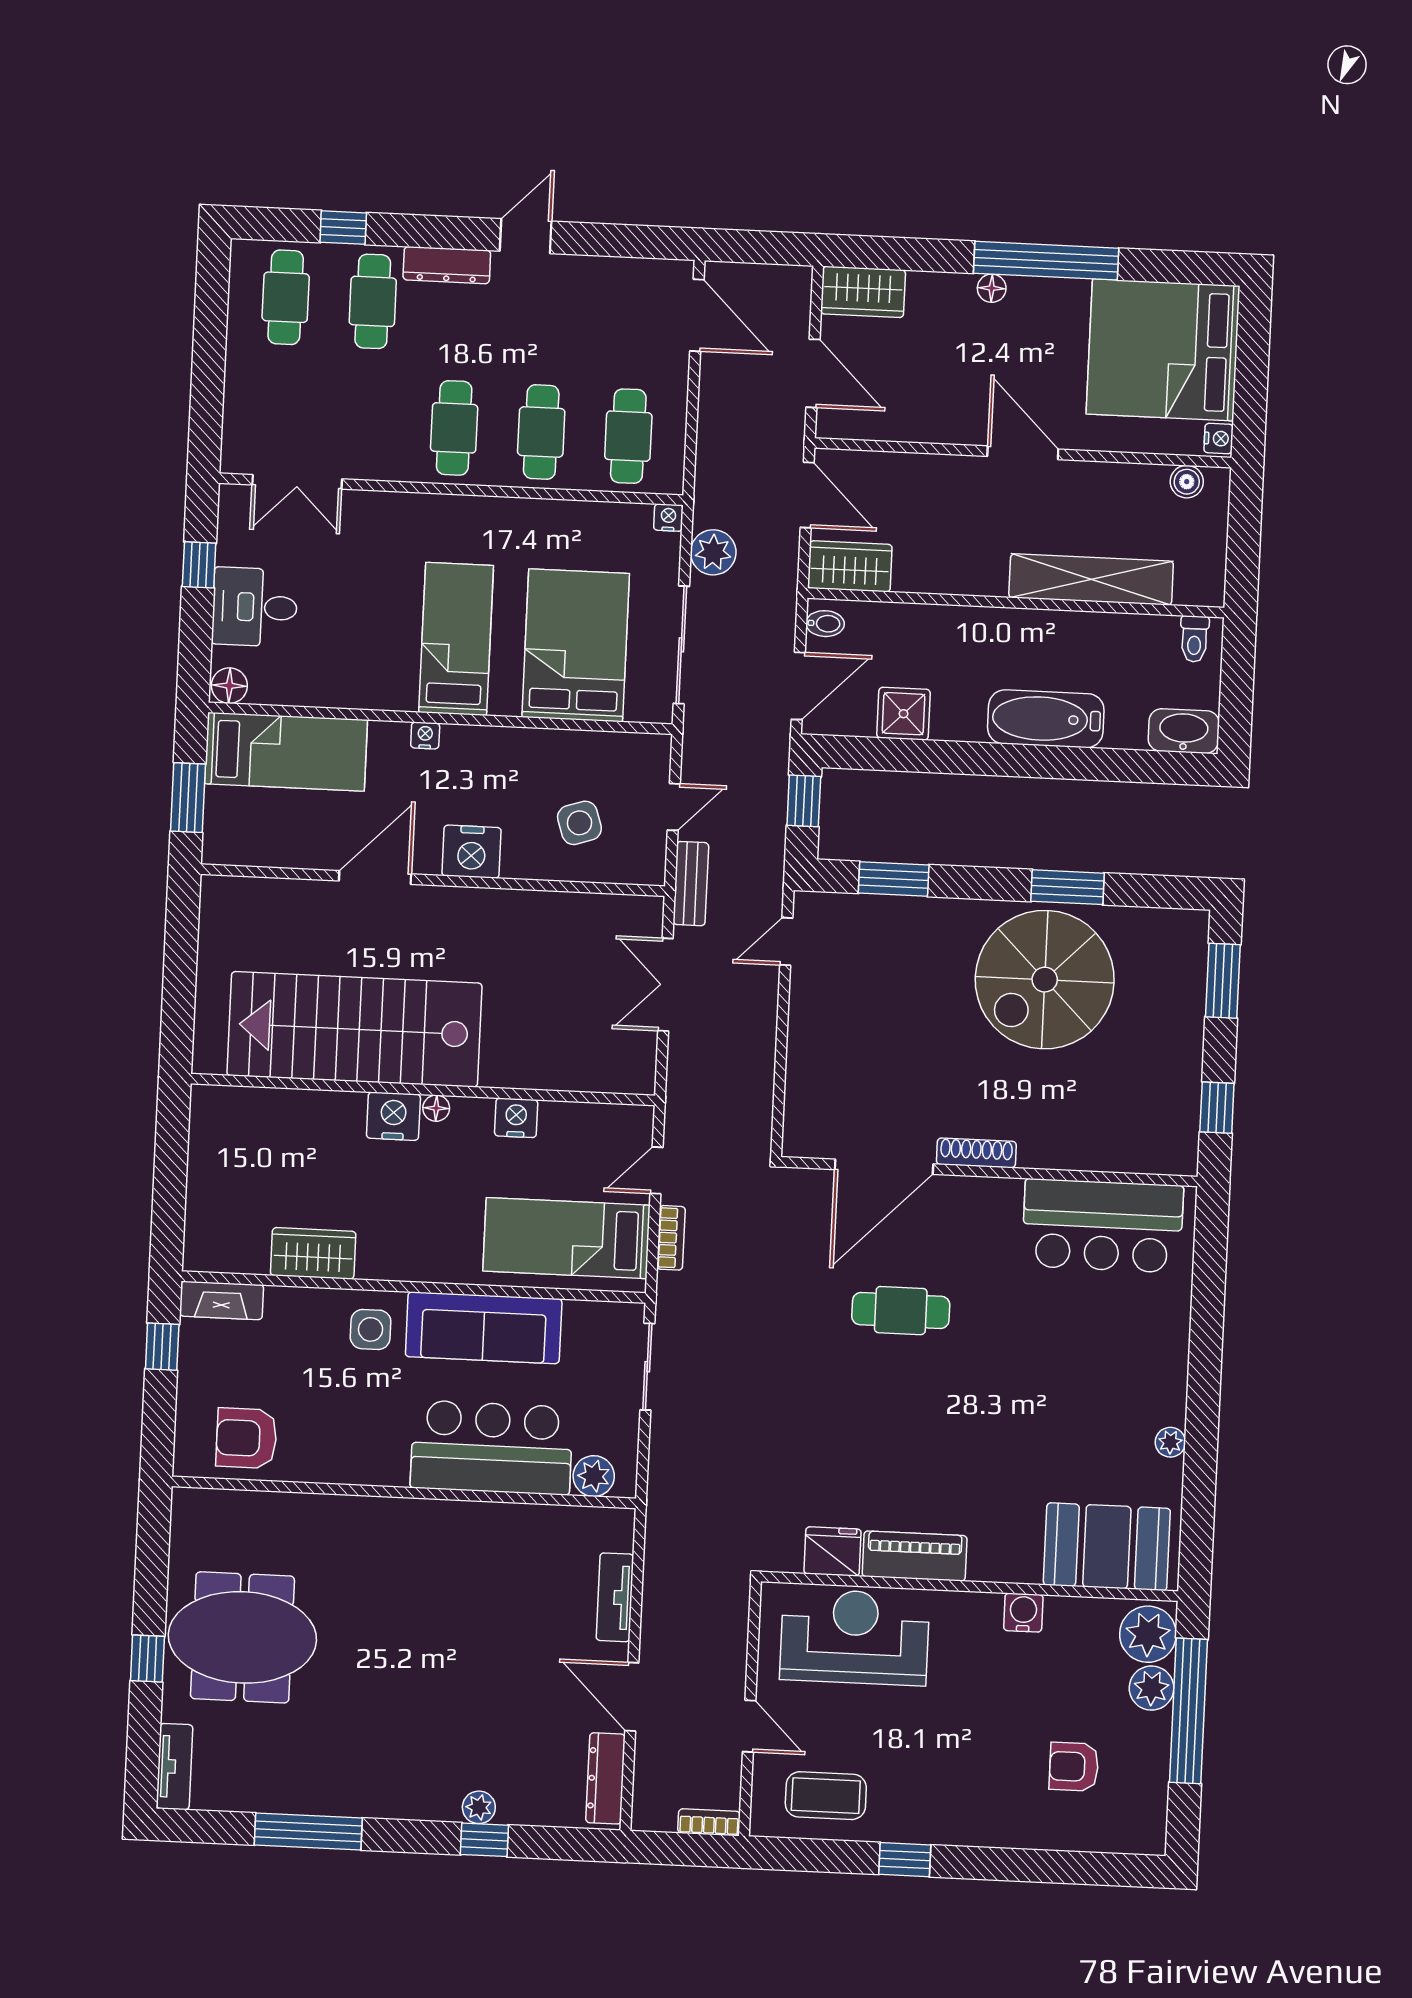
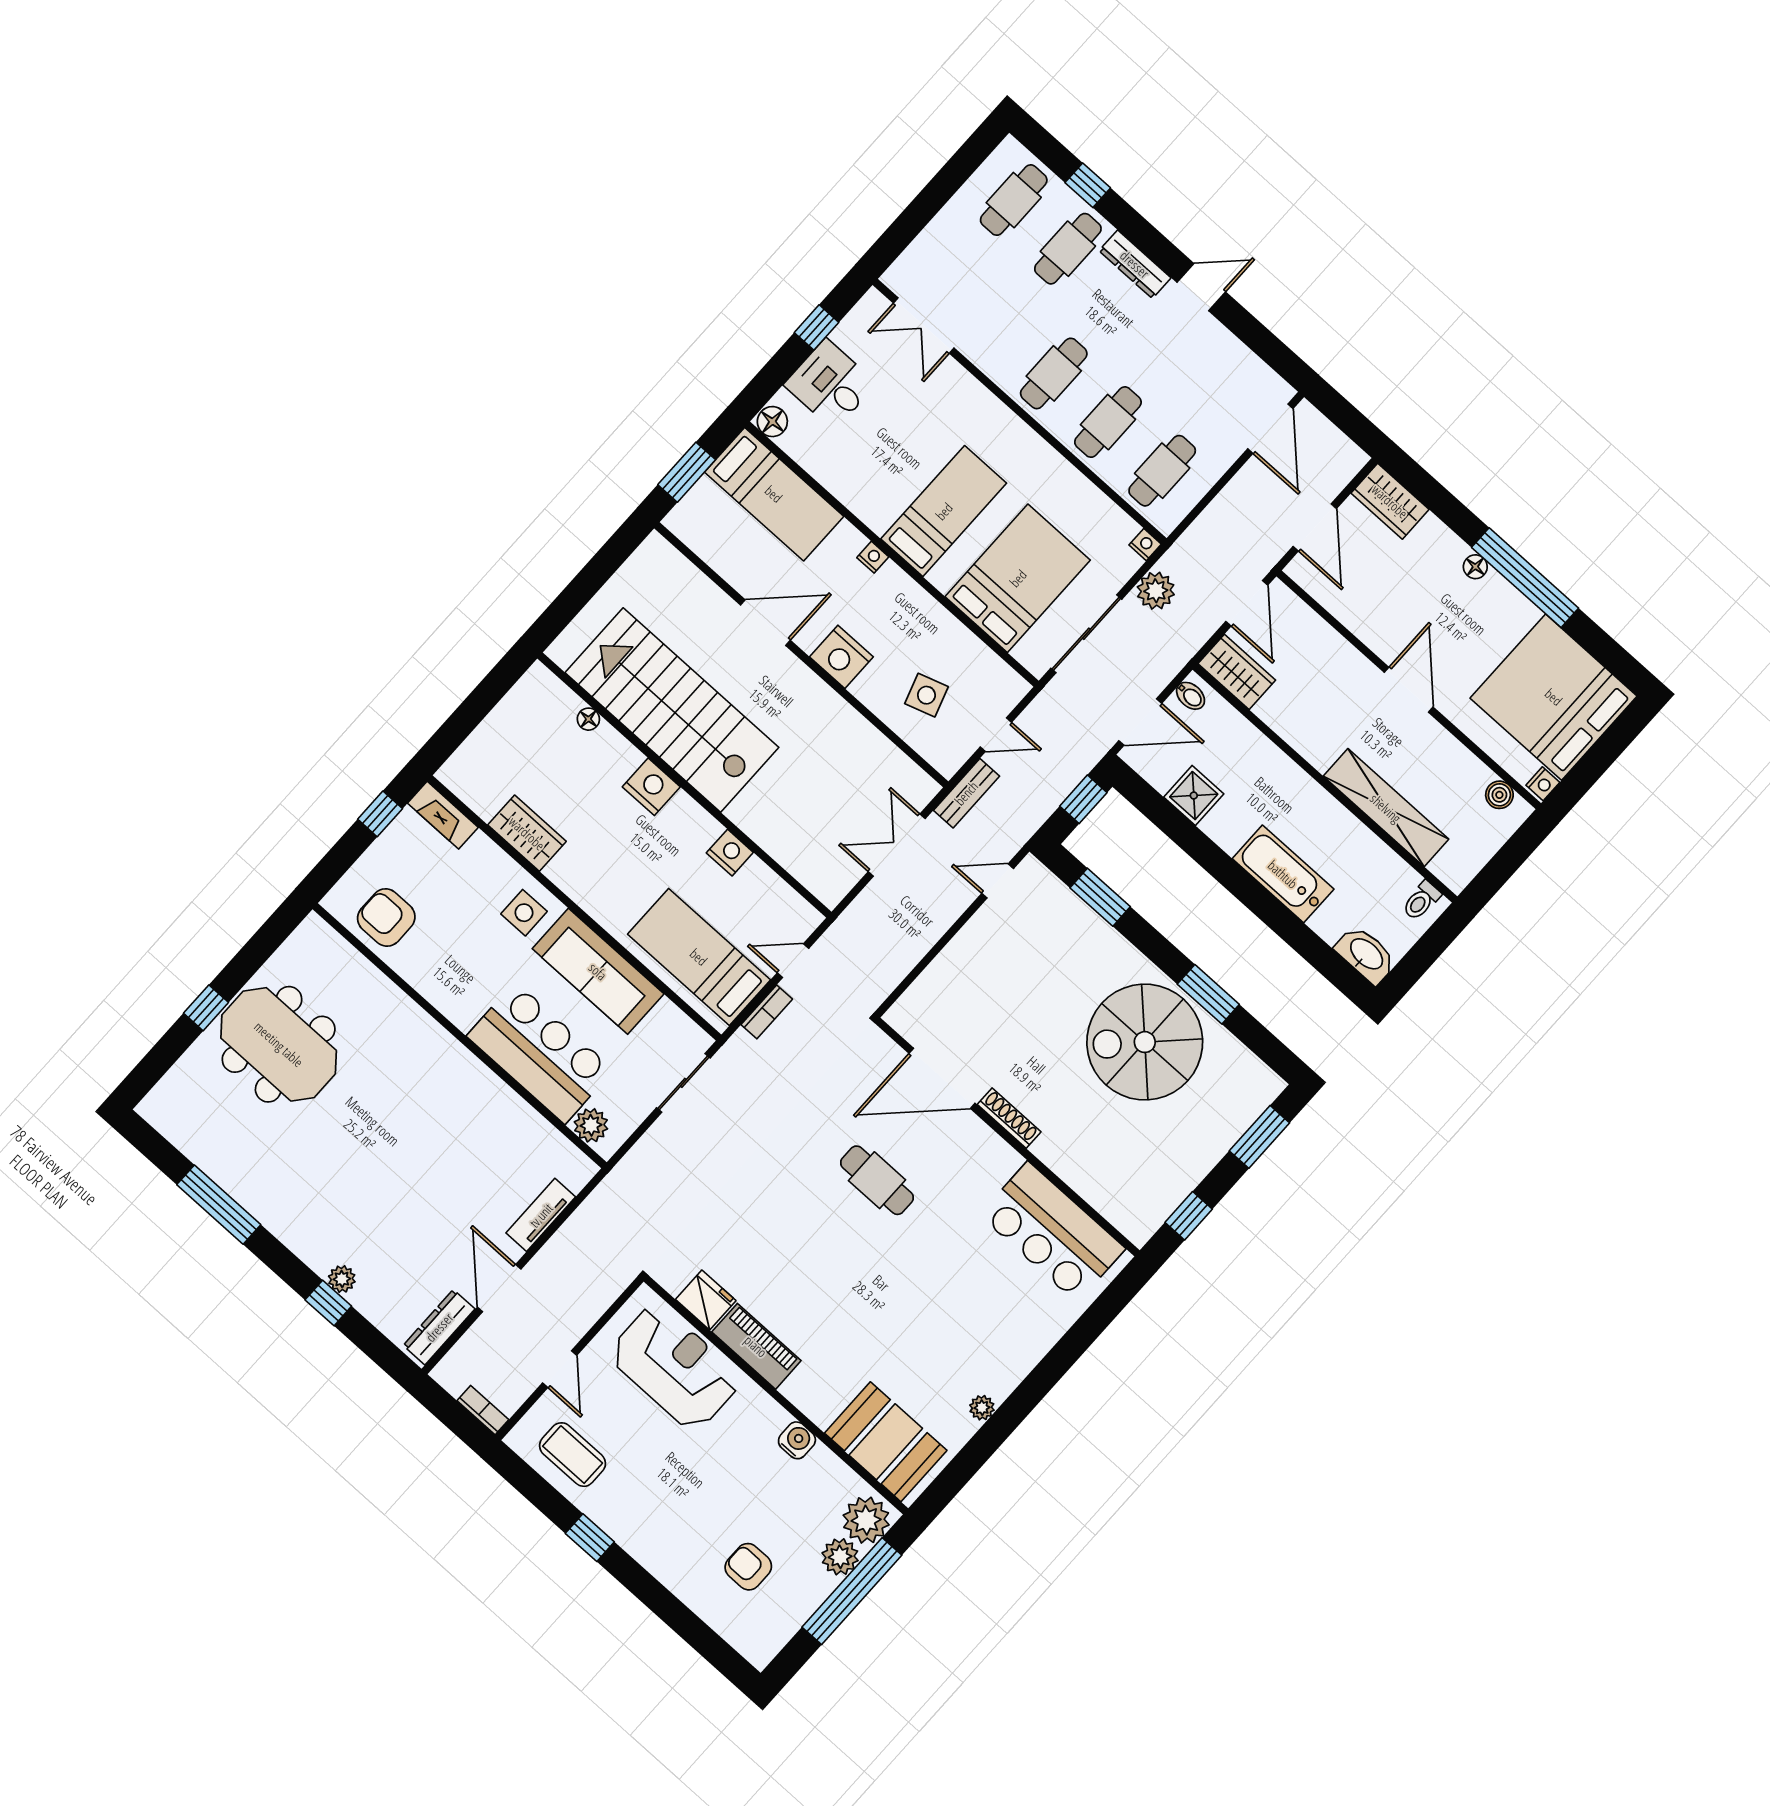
floor lamp: (436, 1108) -> (588, 719), moved
tv unit: (175, 1767) -> (166, 1092), removed

